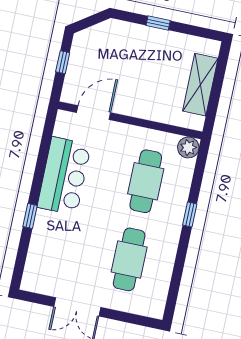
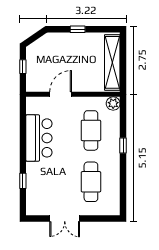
shelving: (200, 85) -> (112, 62), width x1.47
door: (94, 113) -> (61, 94), moved
window: (30, 216) -> (23, 181), moved

